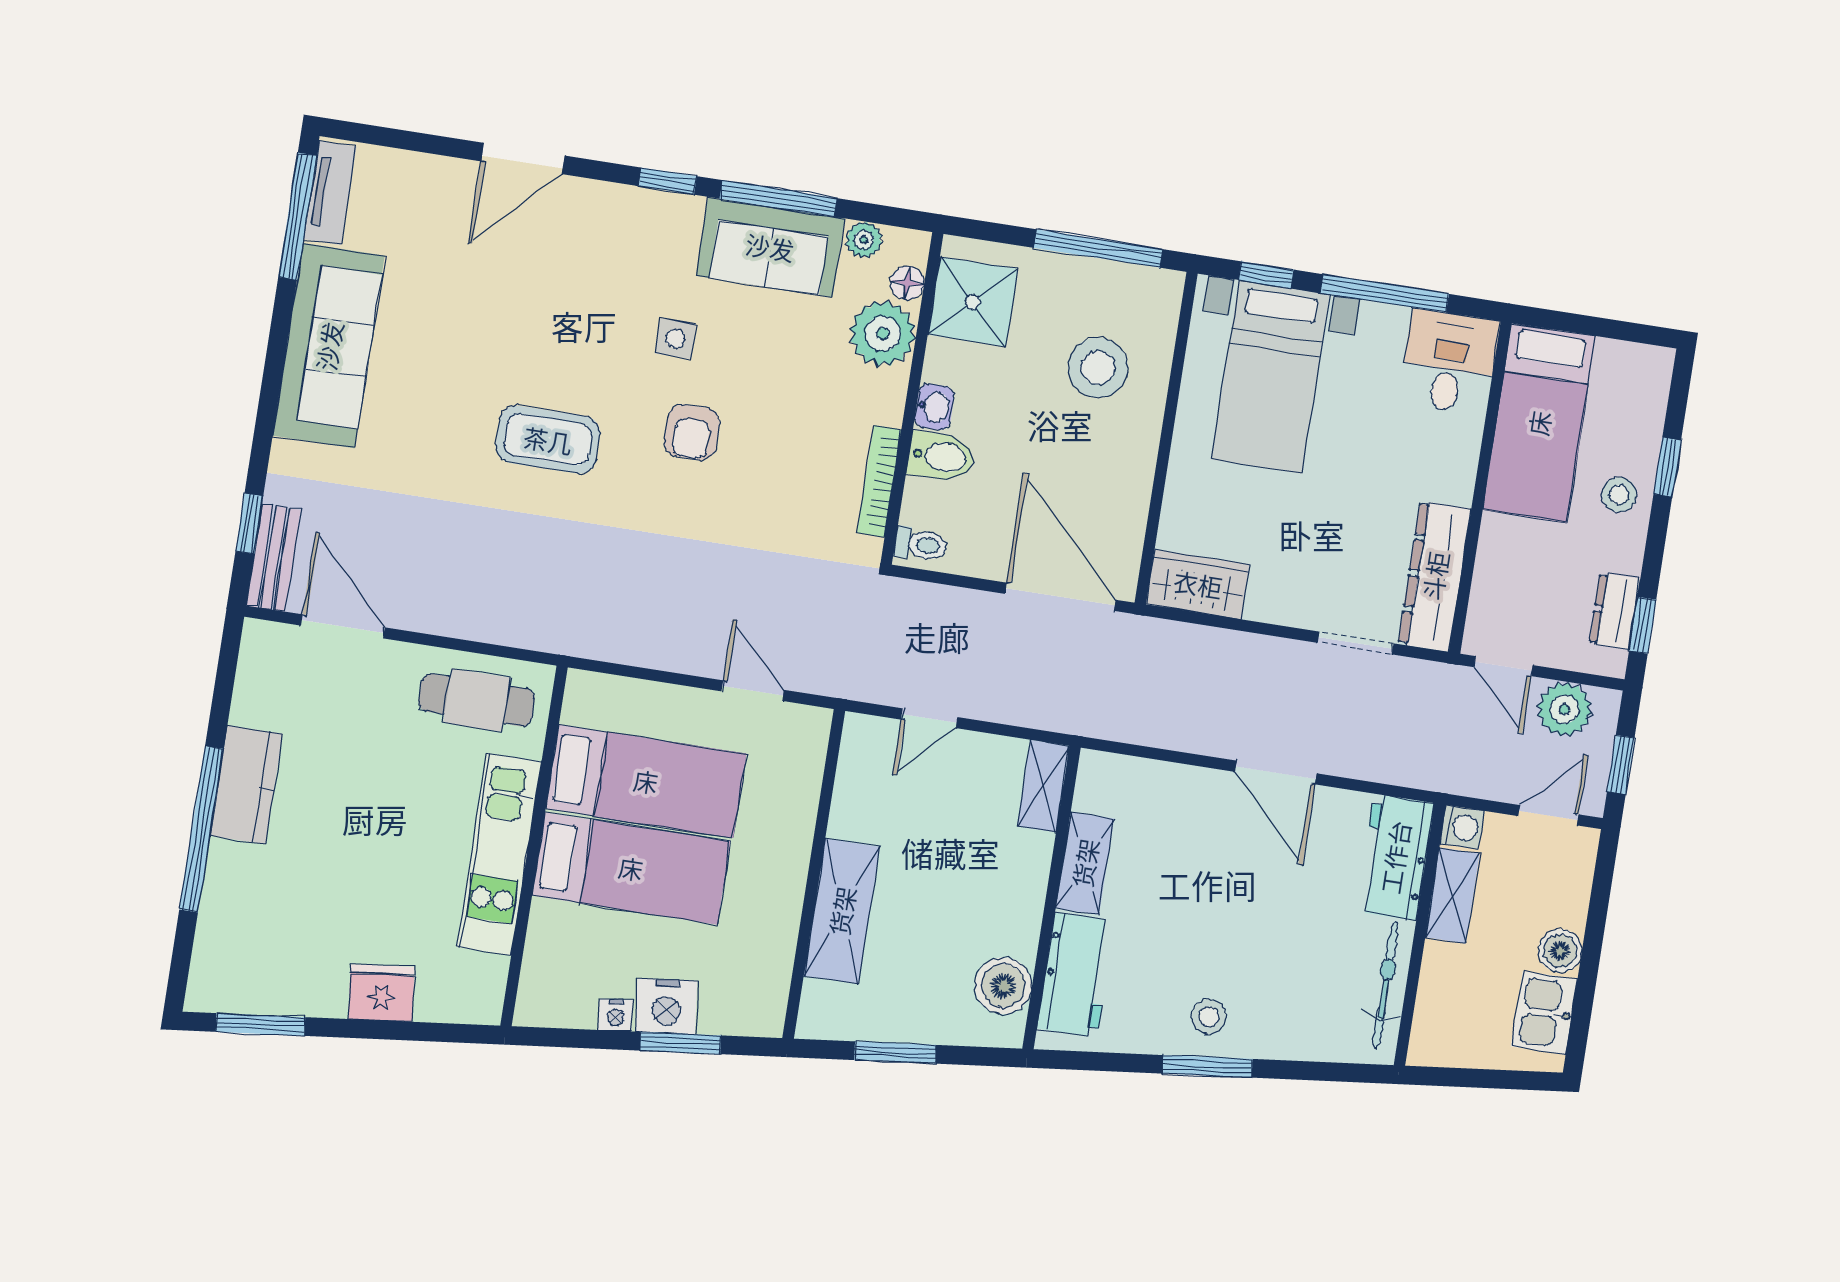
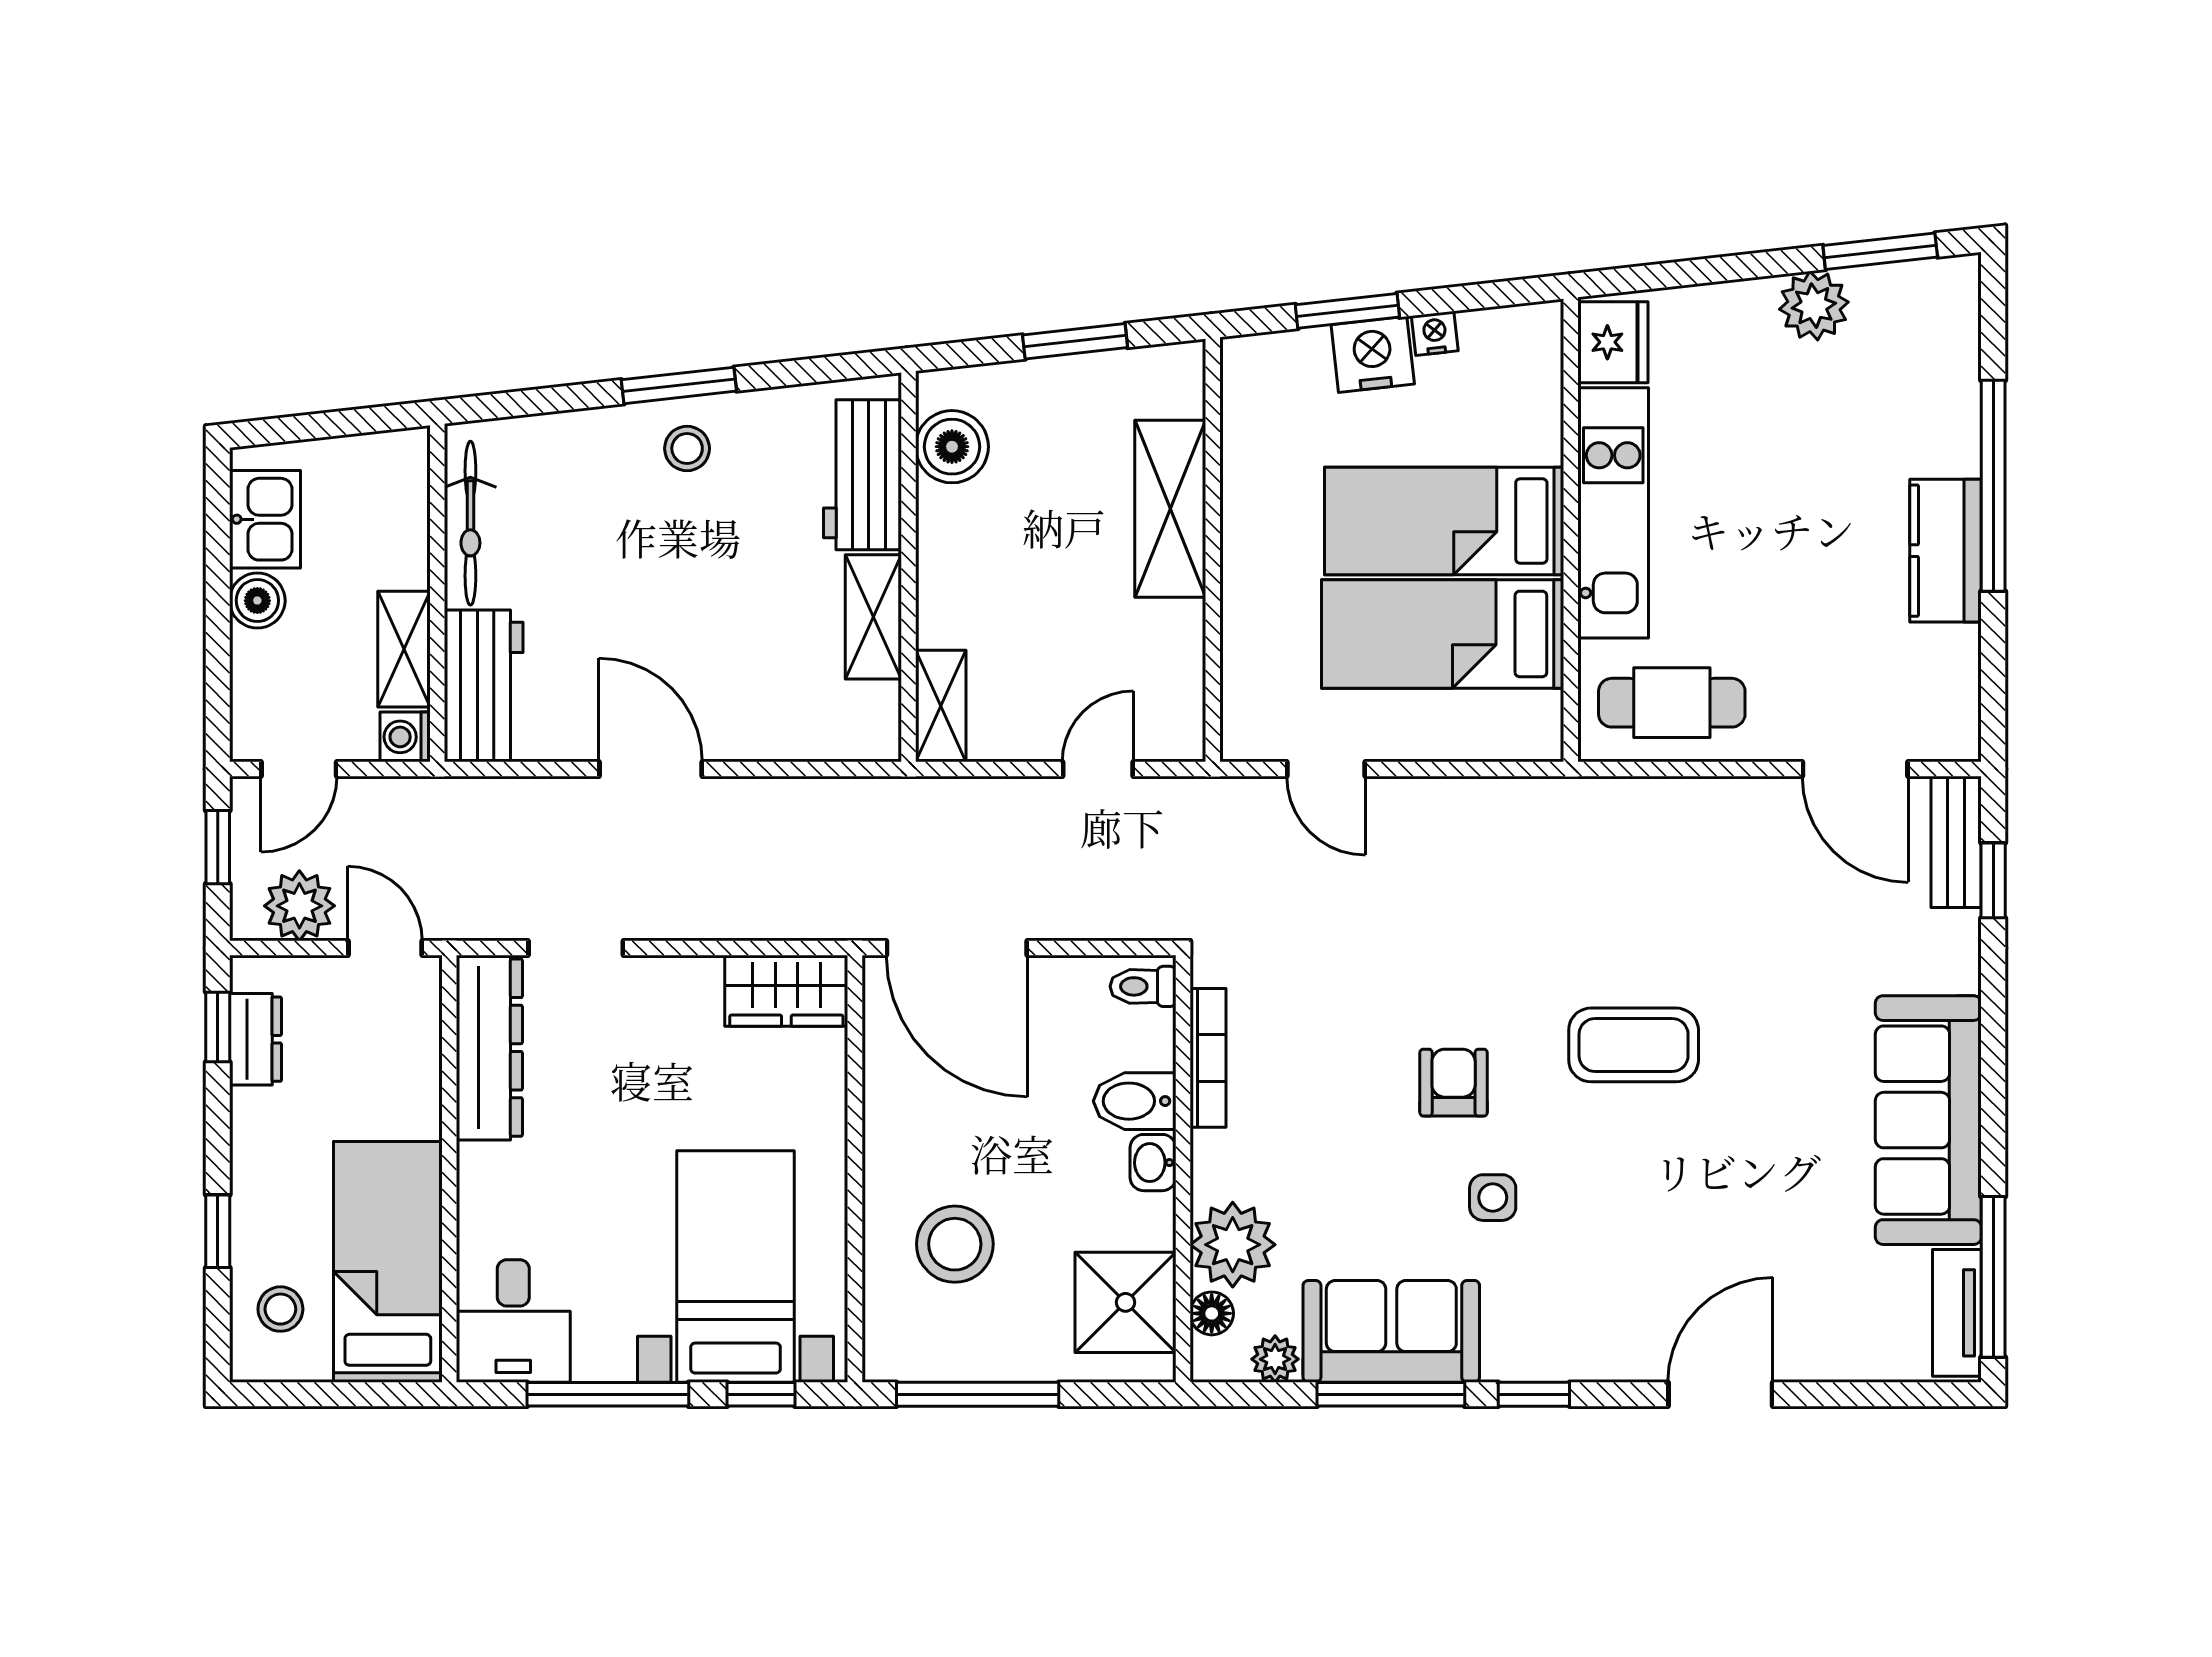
stool: (1619, 495) -> (280, 1309), moved
plant: (319, 990) -> (1814, 306), added
fridge: (381, 993) -> (1613, 342), moved, turned -84

